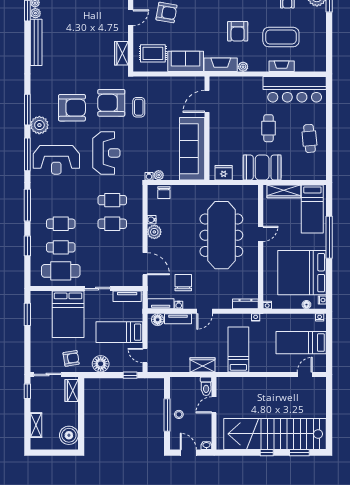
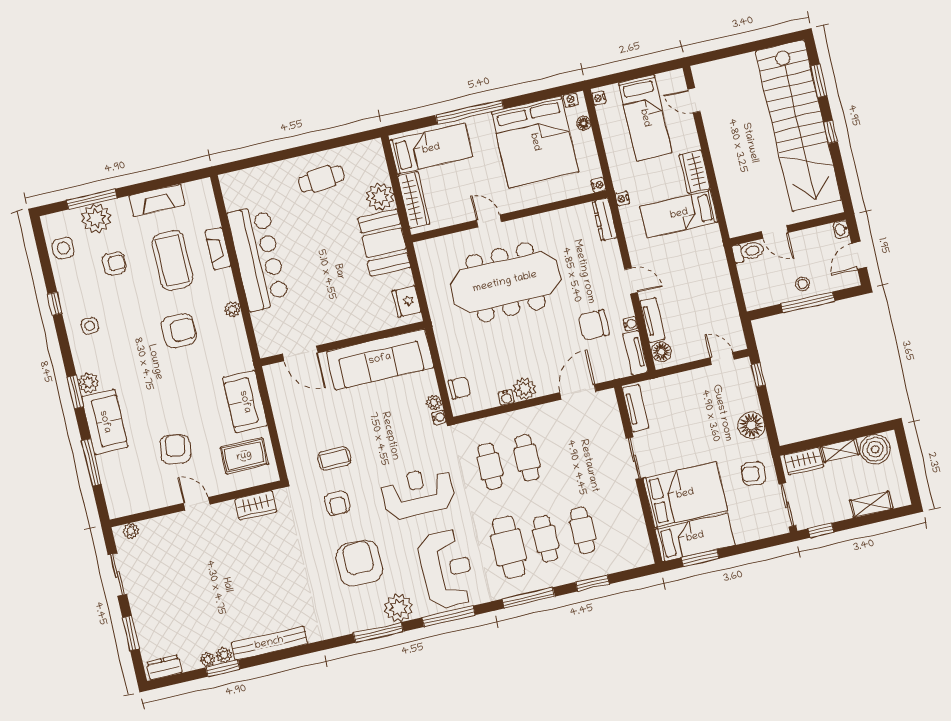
rug: (153, 53) -> (244, 456), turned 90
fireplace: (221, 65) -> (157, 200), moved, turned -90
bar counter: (295, 89) -> (258, 258), moved
armchair: (111, 103) -> (337, 503), width x0.53, depth x0.53
cafe table: (269, 128) -> (320, 247), removed
plant: (291, 171) -> (380, 197), added
cafe table: (61, 271) -> (509, 547), moved
bed: (119, 332) -> (695, 537), moved, turned -90
door: (145, 356) -> (722, 359), swing flipped
armchair: (71, 358) -> (753, 474), turned -75
wardrobe: (203, 365) -> (694, 171), moved
shelving: (73, 414) -> (840, 450), added

